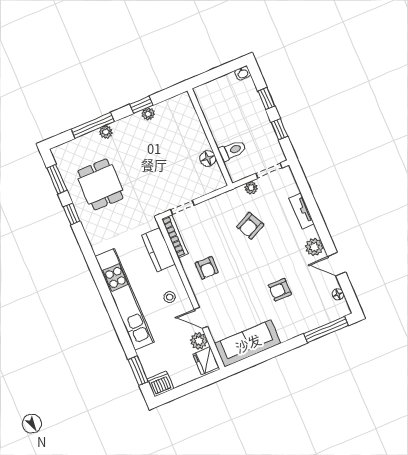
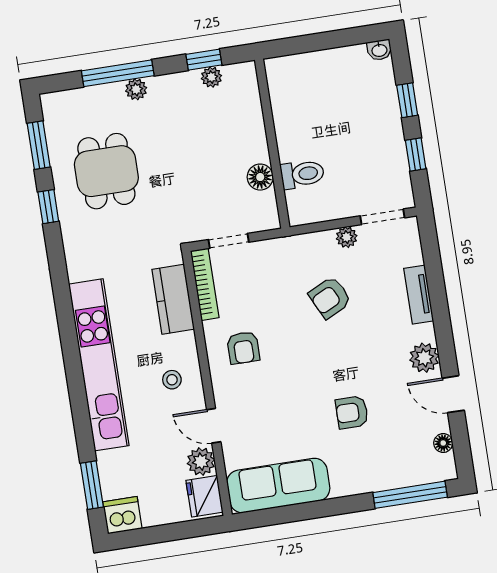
wall: (210, 137) -> (272, 144), moved
toilet: (232, 150) -> (302, 174), moved
floor lamp: (208, 158) -> (260, 177), moved

